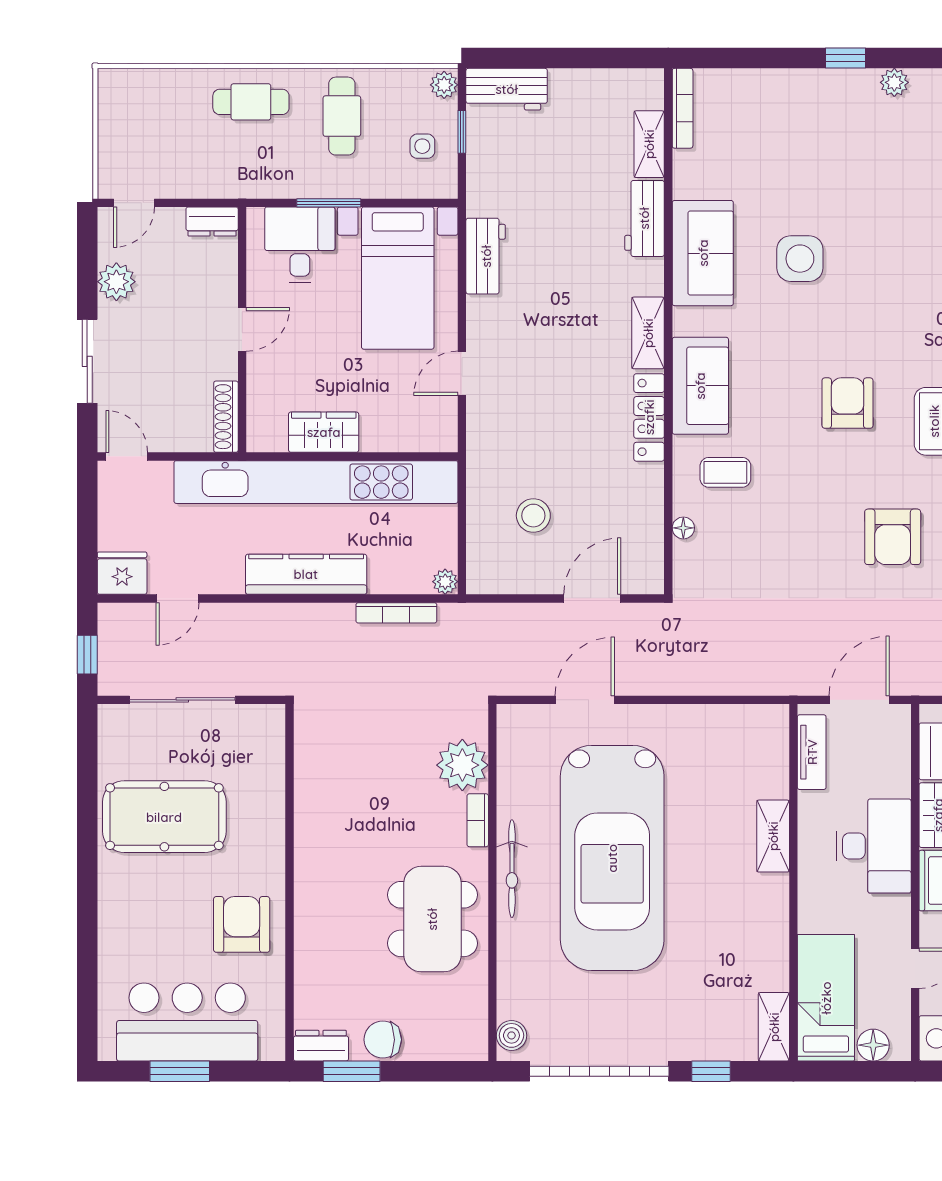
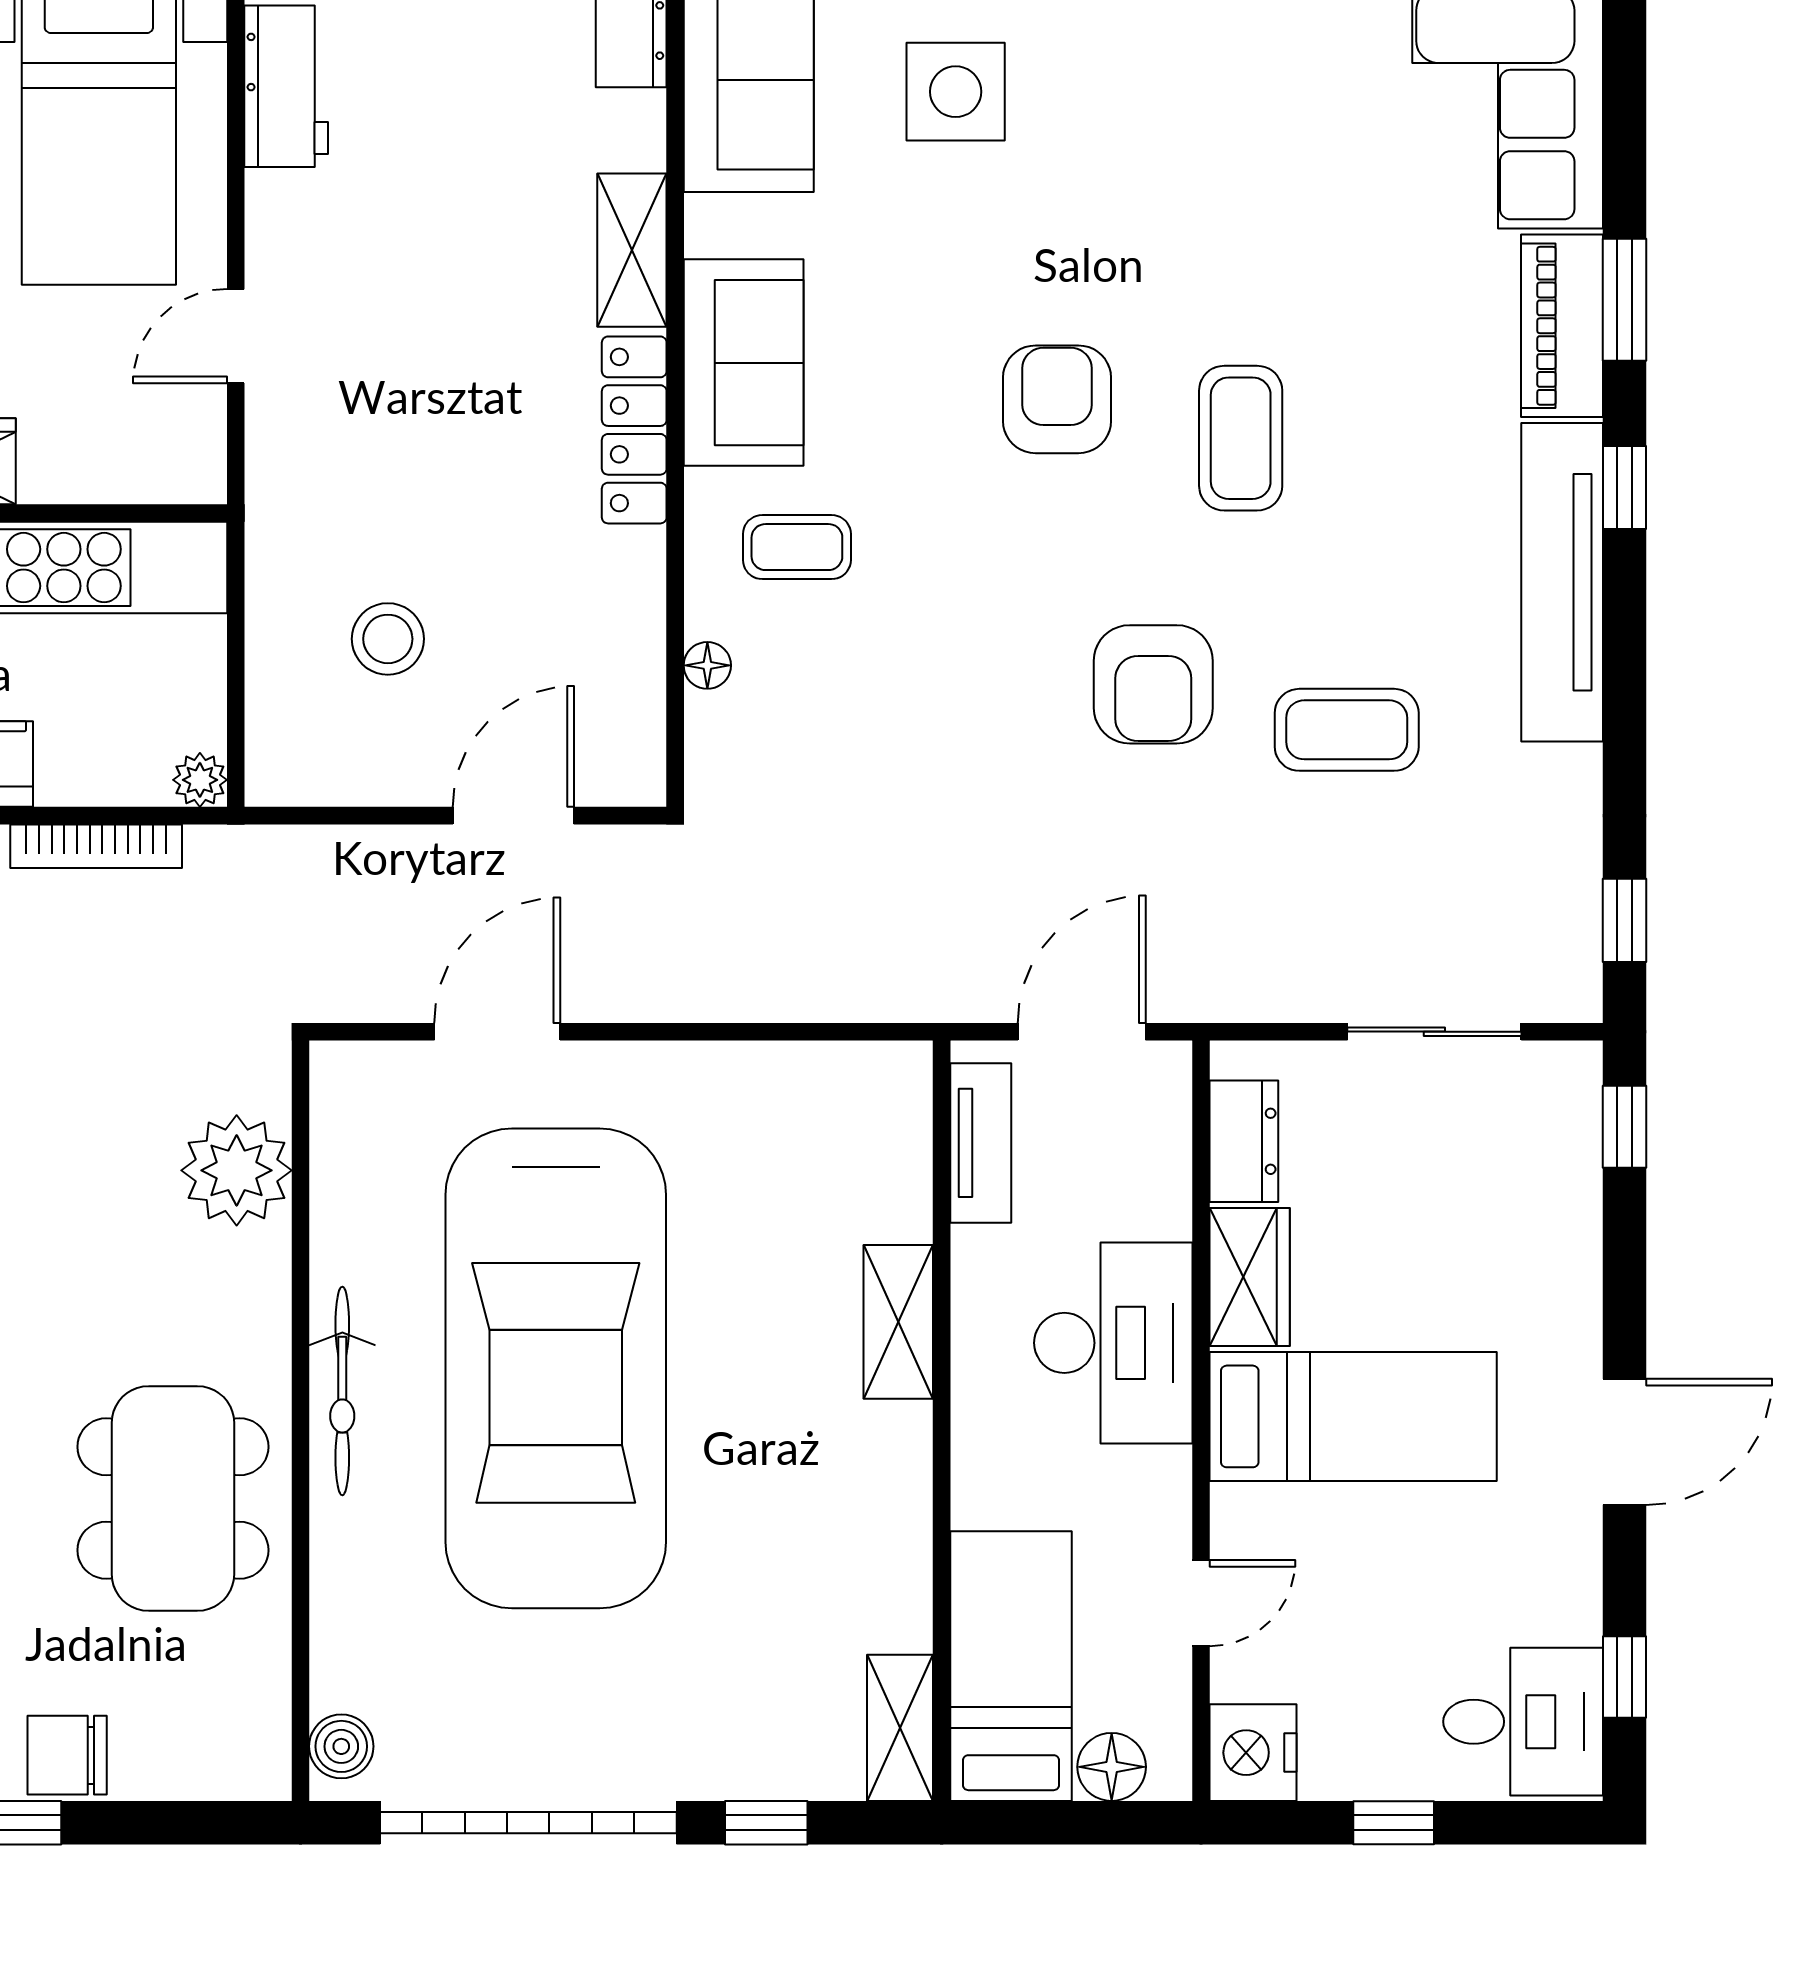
bookcase: (478, 820) -> (269, 1288), removed

